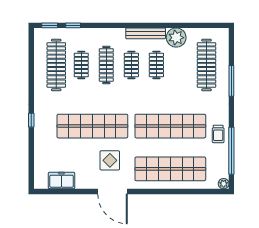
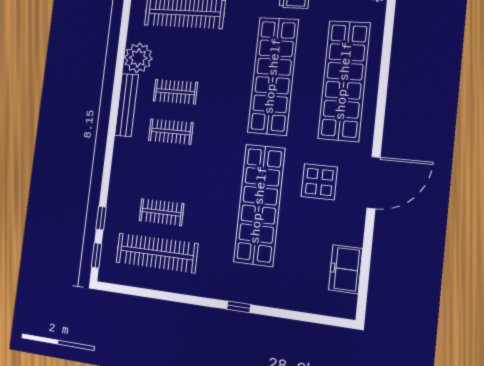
clothes rail: (106, 65) -> (166, 172), removed

